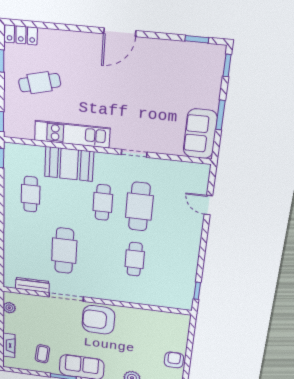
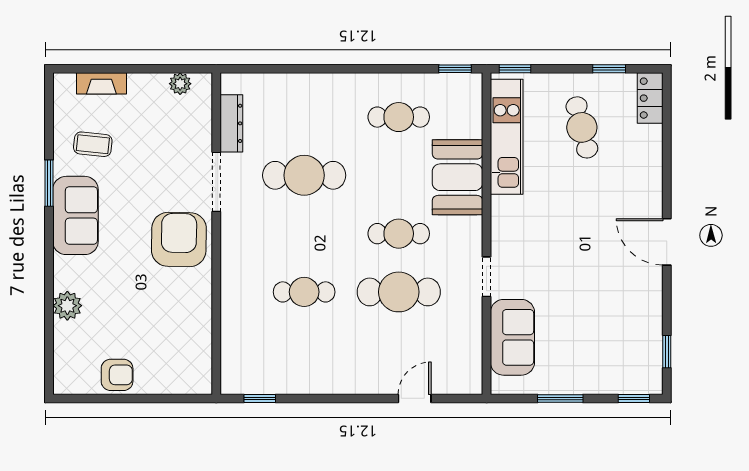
kitchen unit: (72, 134) -> (507, 137), moved
sofa: (200, 134) -> (512, 337), moved, turned 90

